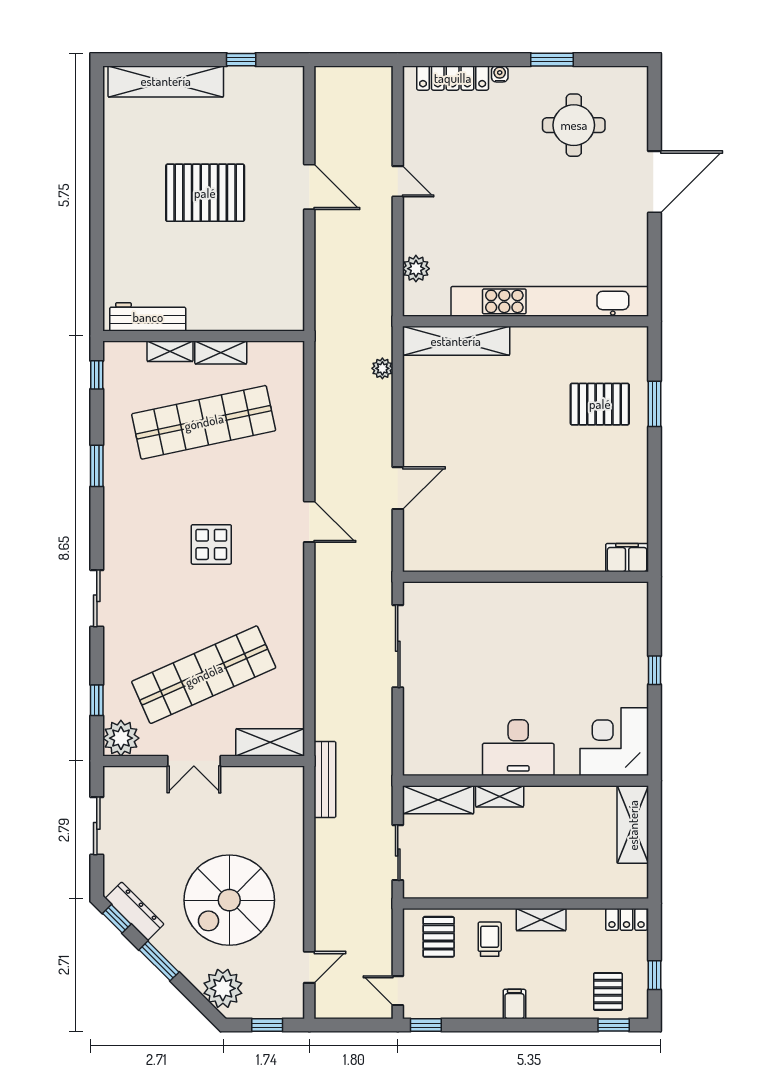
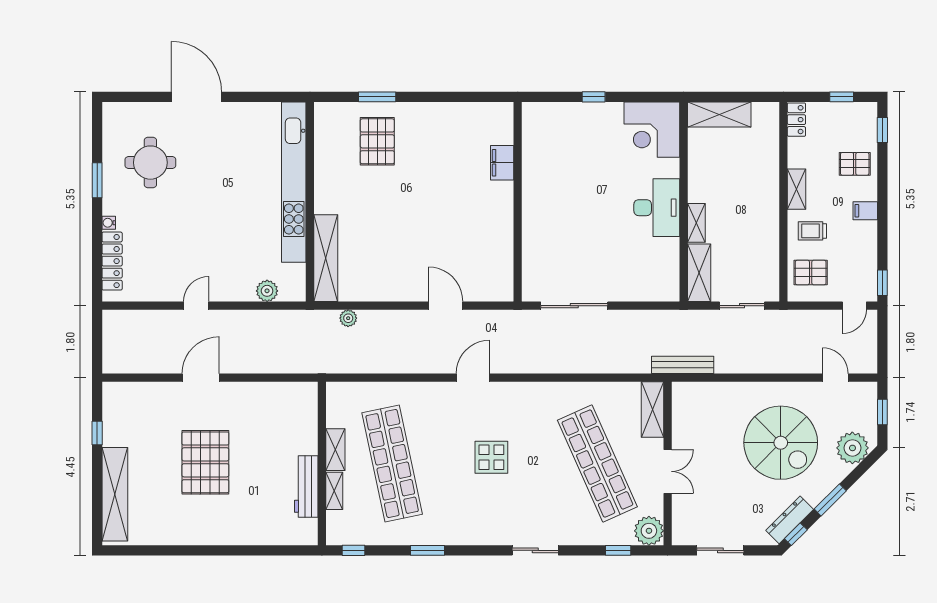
workbench: (148, 317) -> (306, 487), moved
filing cabinet: (627, 558) -> (502, 163), moved
pallet: (608, 991) -> (855, 164), moved

